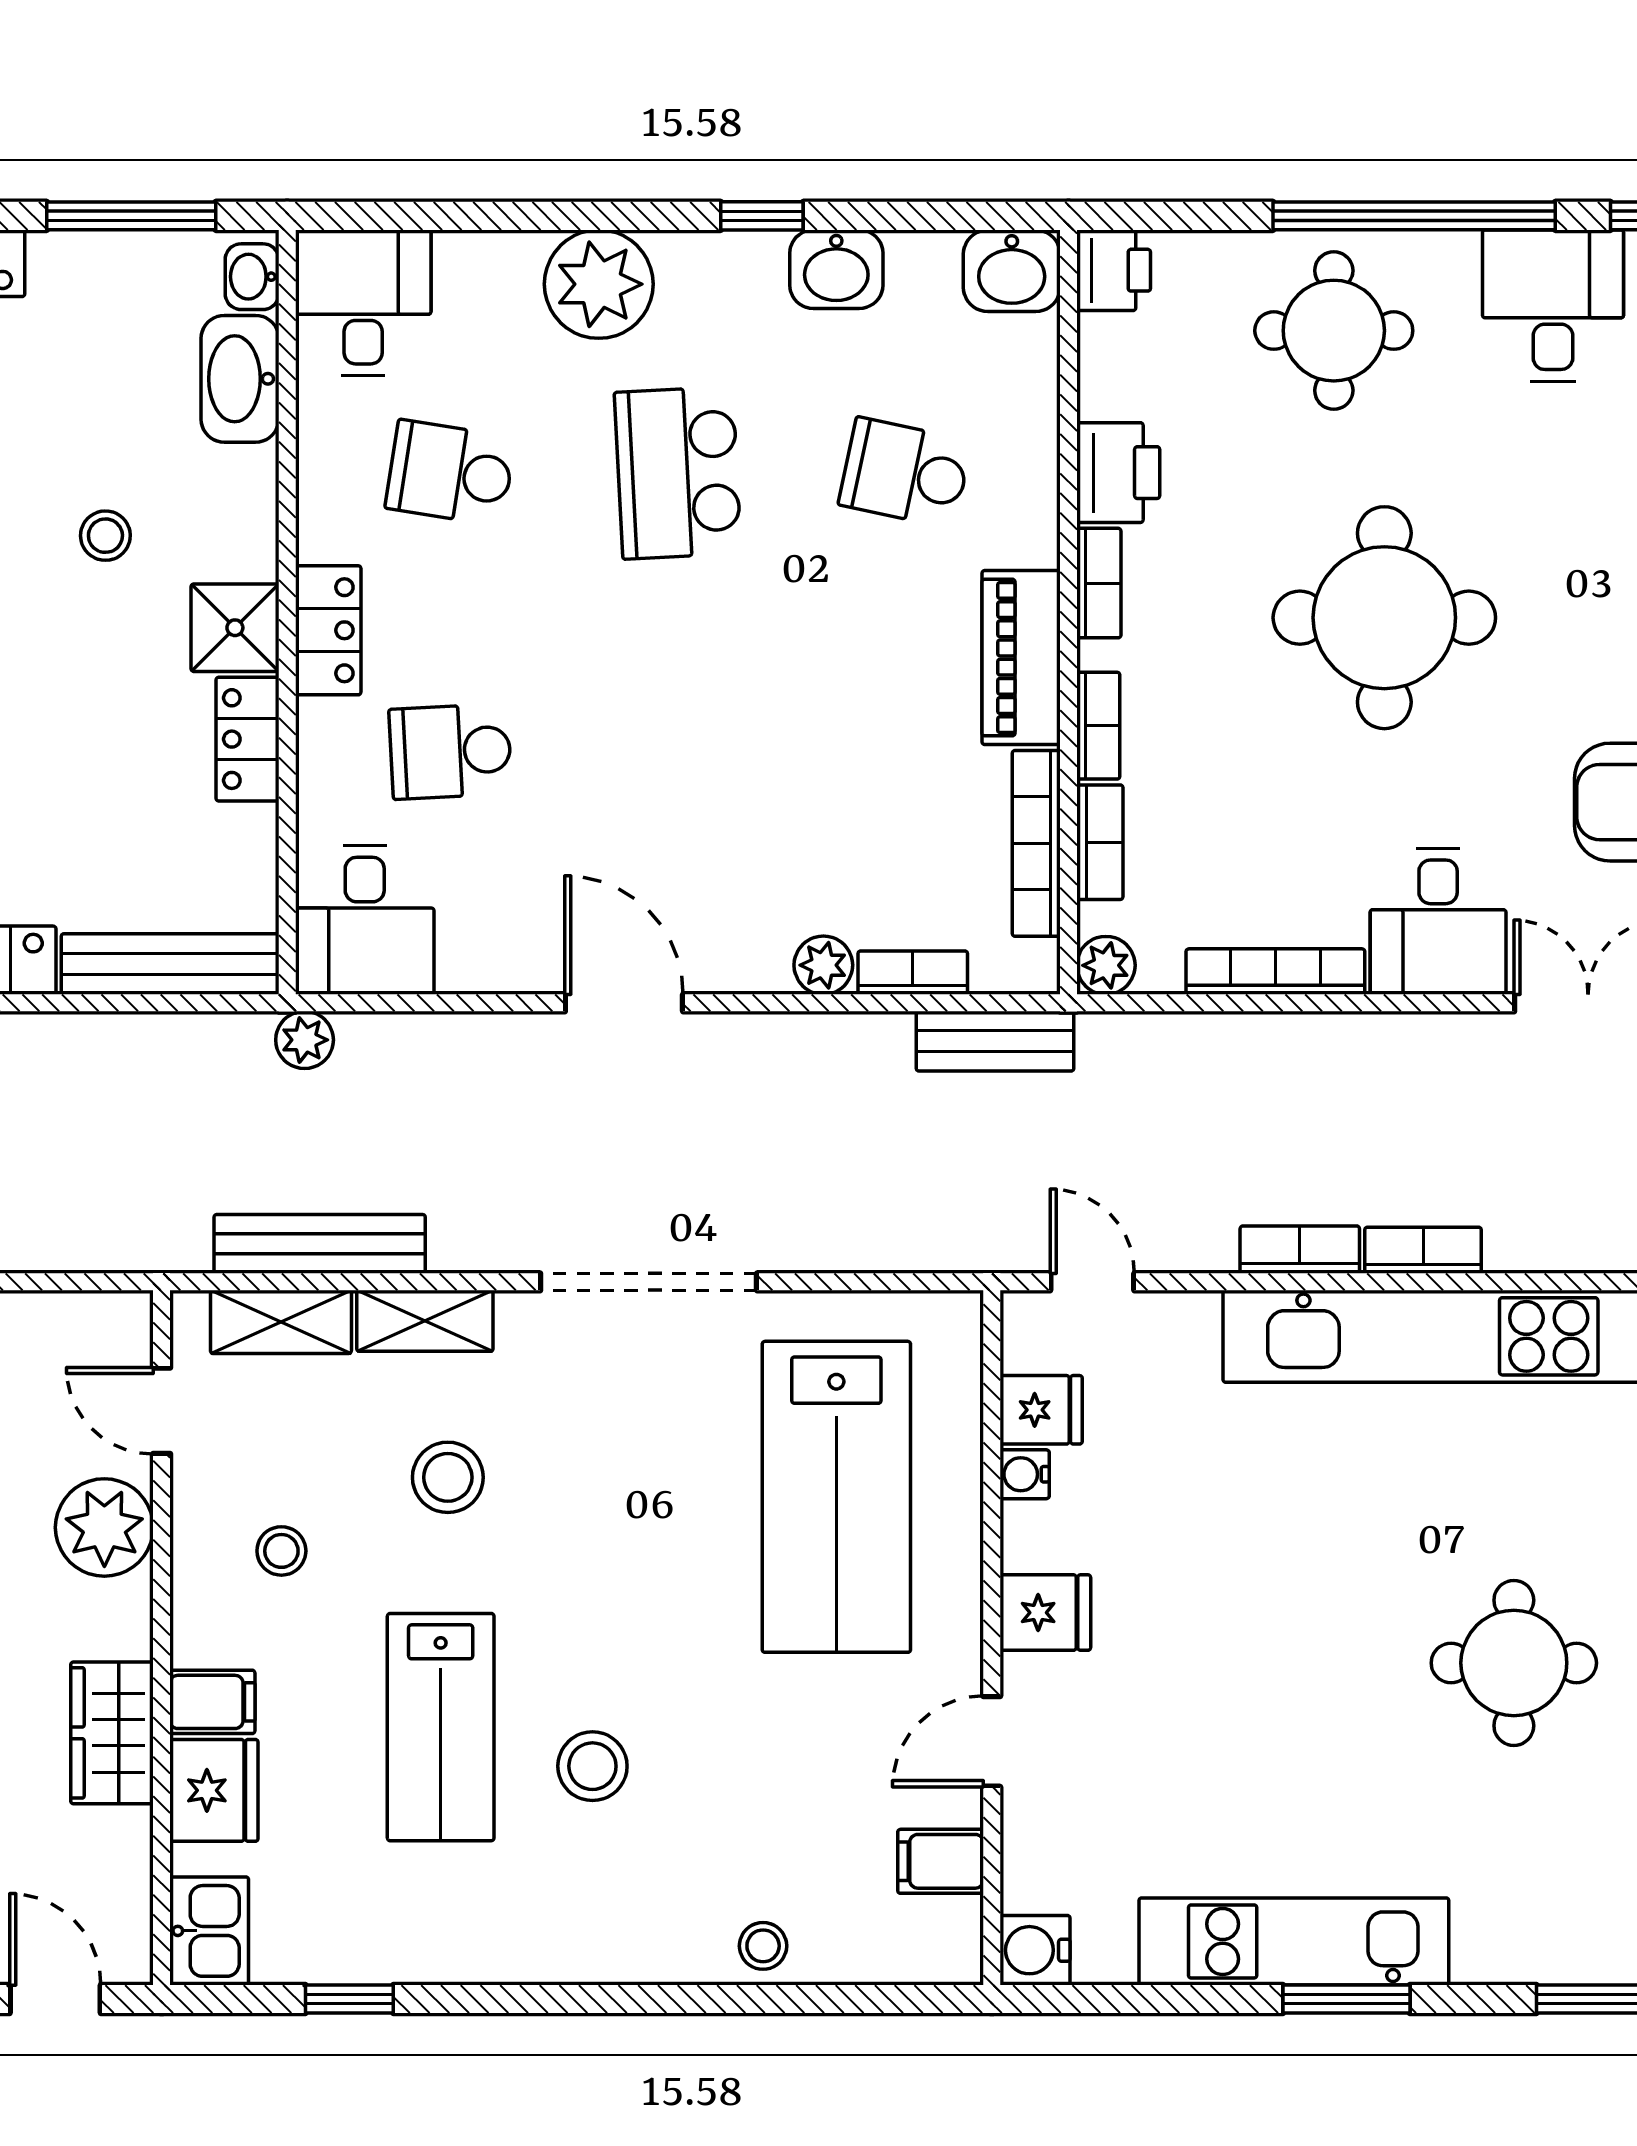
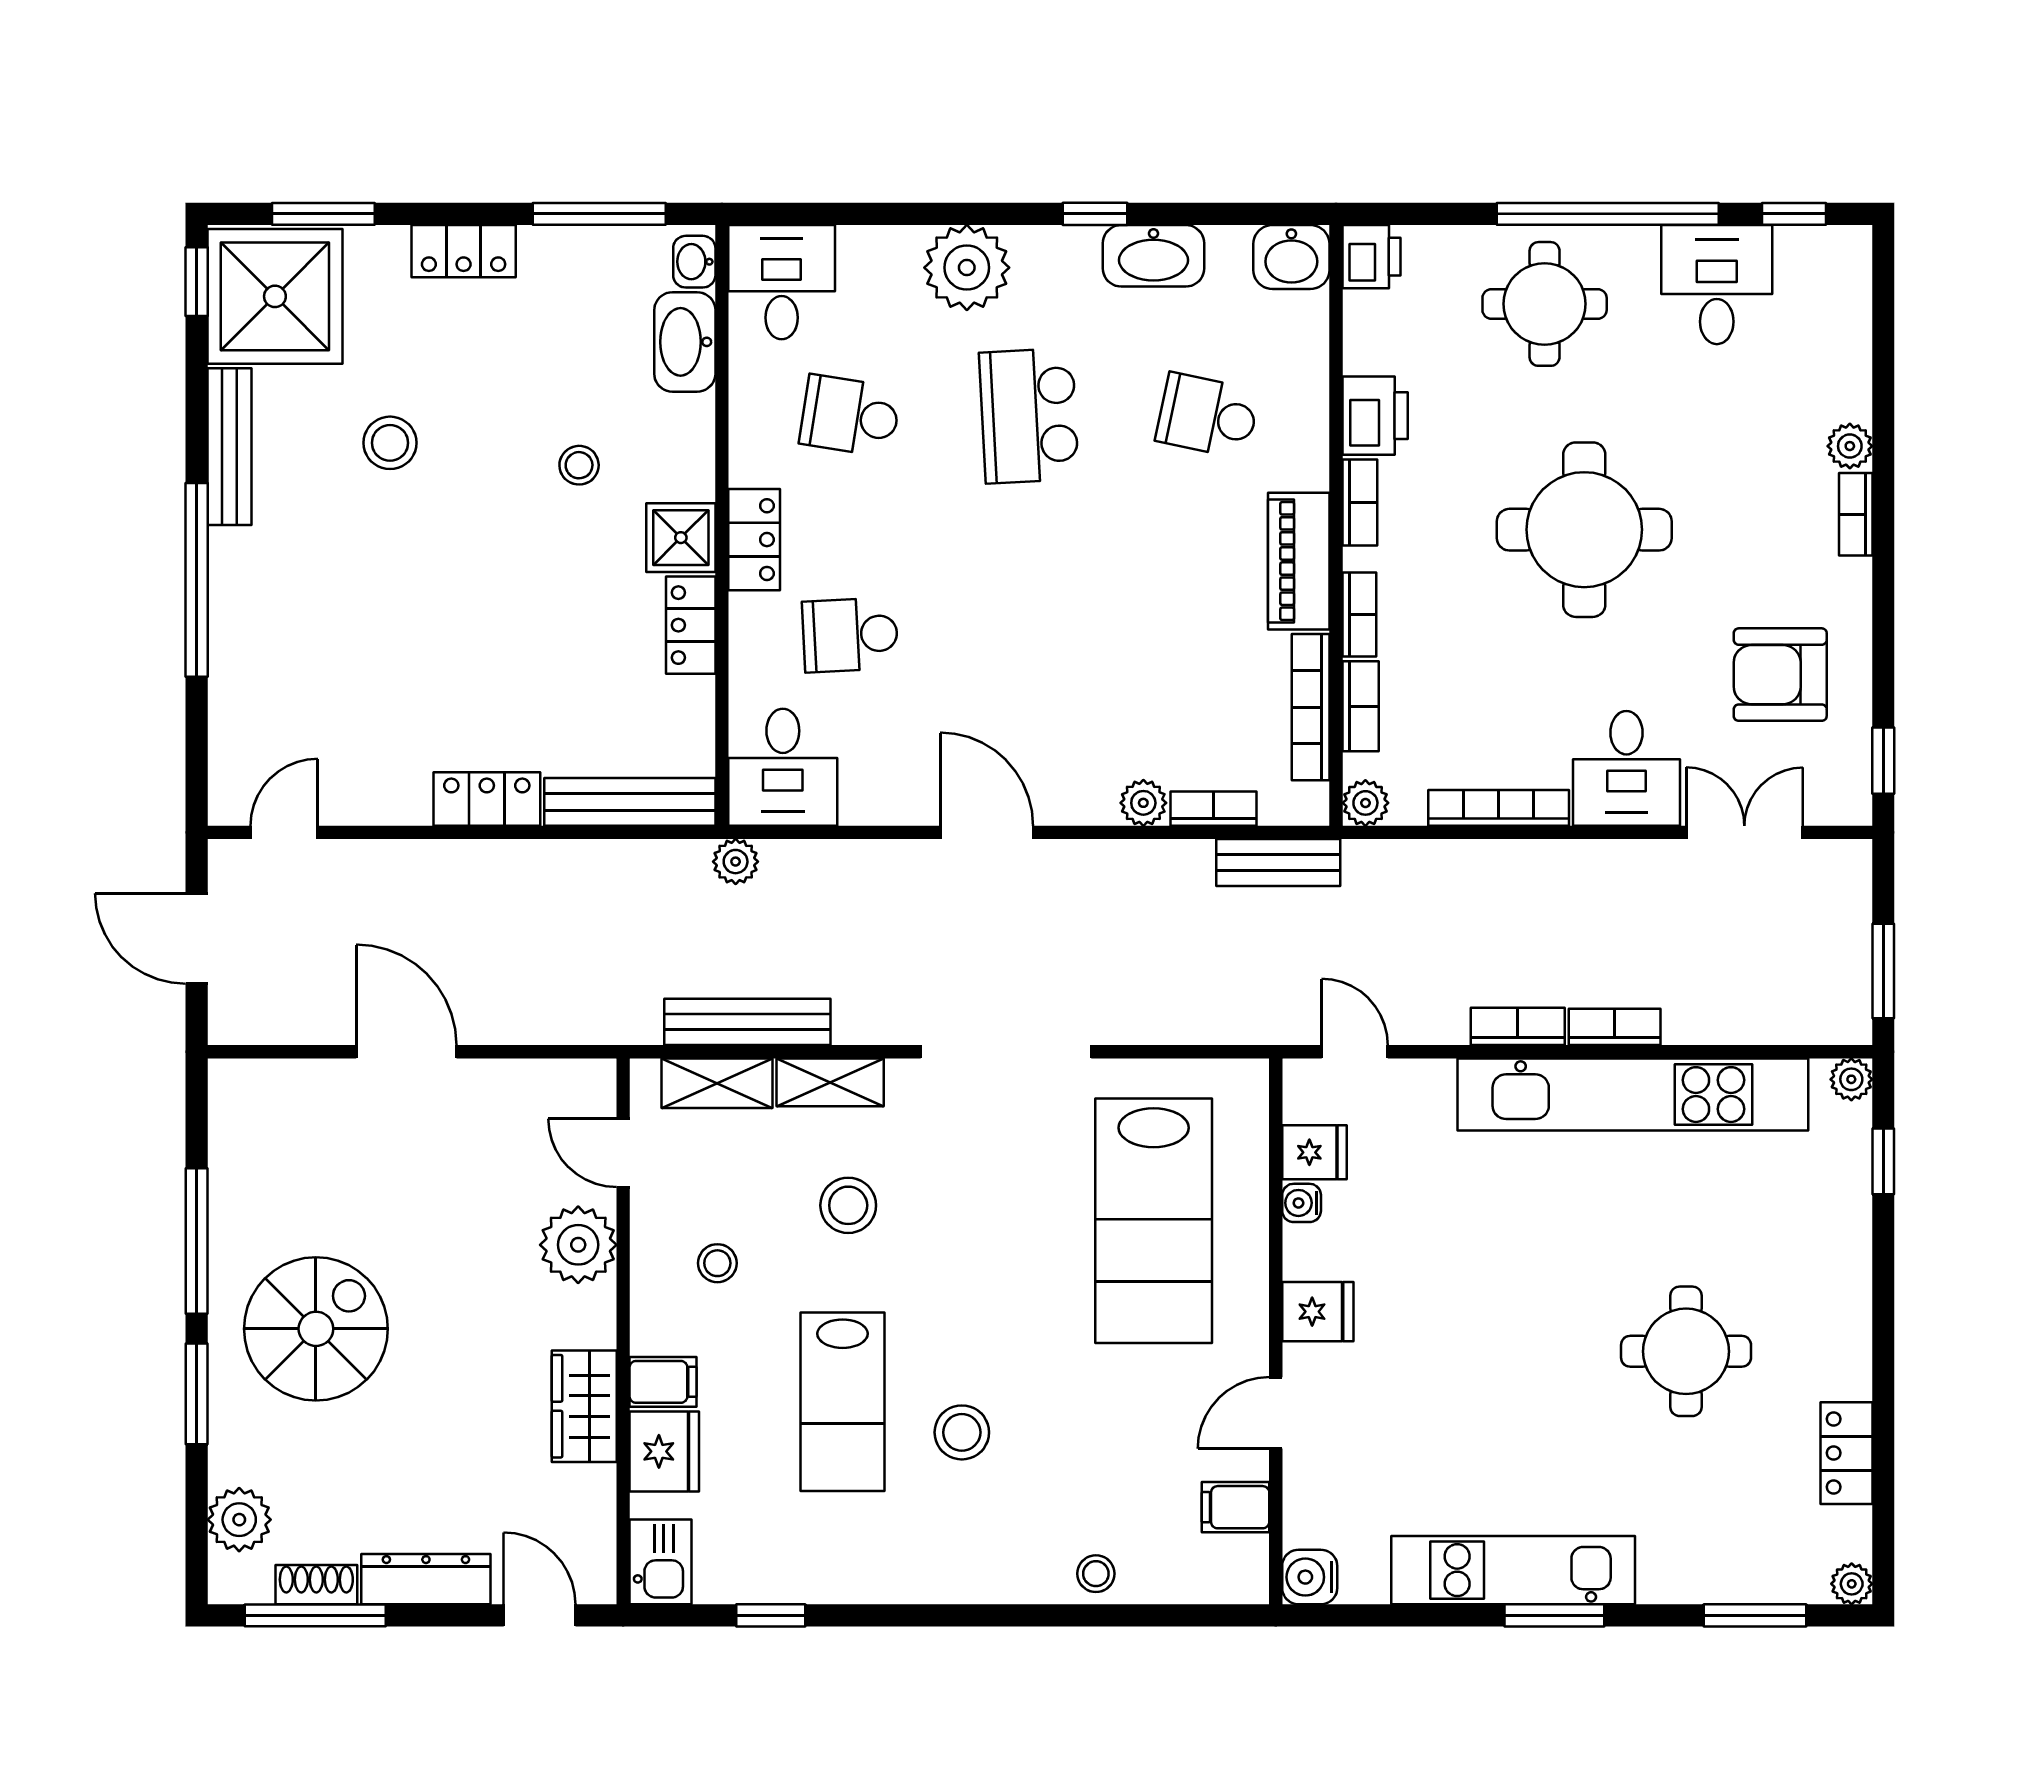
washbasin: (836, 269) -> (1153, 256), width x1.38

